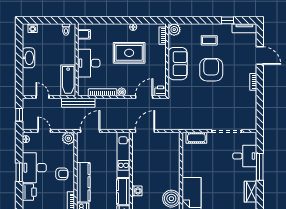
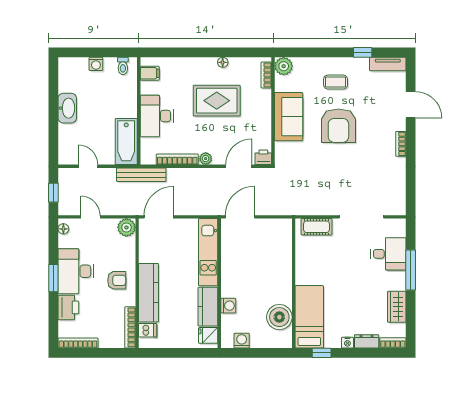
washing machine: (33, 28) -> (96, 64), moved
armchair: (211, 70) -> (338, 126), turned 180

